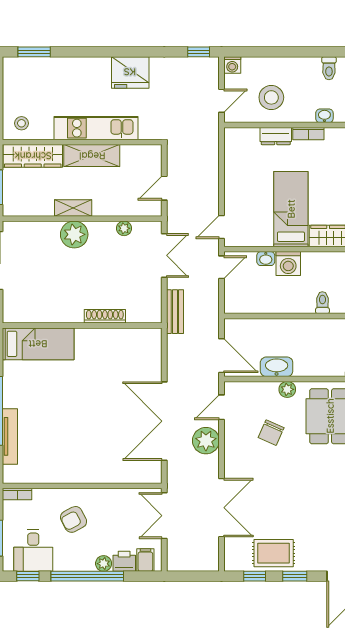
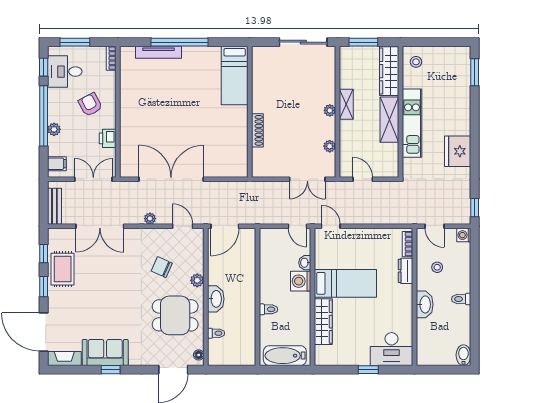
toilet: (329, 68) -> (461, 299), moved
stool: (271, 97) -> (437, 267), width x0.53, depth x0.53
washbasin: (324, 116) -> (425, 304), width x1.91, depth x1.45
bookcase: (308, 134) -> (408, 244), moved
plant: (74, 234) -> (330, 110), width x0.53, depth x0.53
bench: (175, 312) -> (54, 206), moved, turned 90
washbasin: (277, 367) -> (216, 299), moved
plant: (206, 441) -> (150, 219), width x0.53, depth x0.53
printer: (124, 561) -> (108, 138), moved, turned 180

